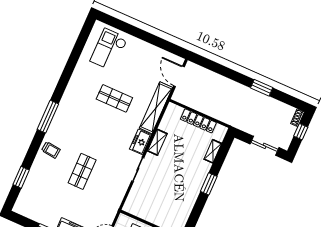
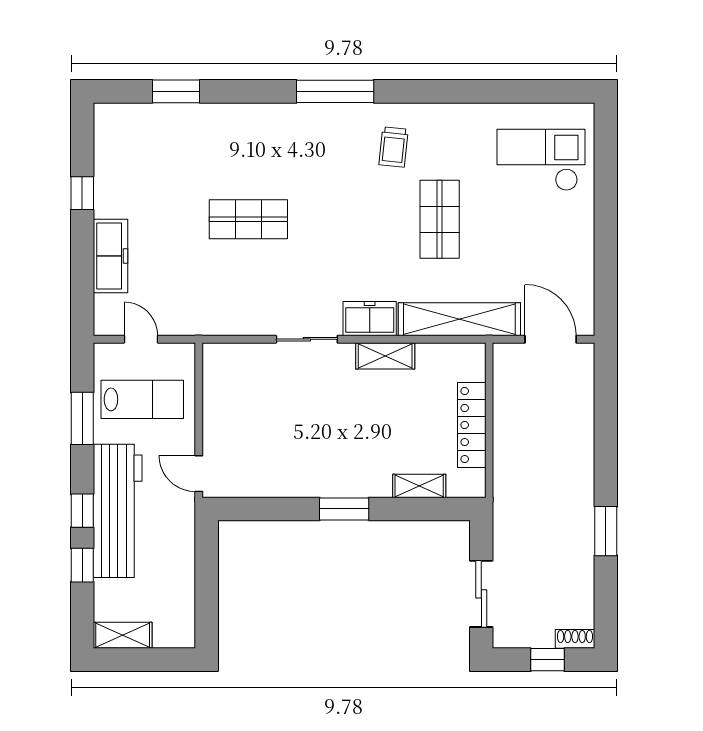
door: (179, 76) -> (551, 339), hinge flipped
trolley: (51, 150) -> (394, 147), moved

